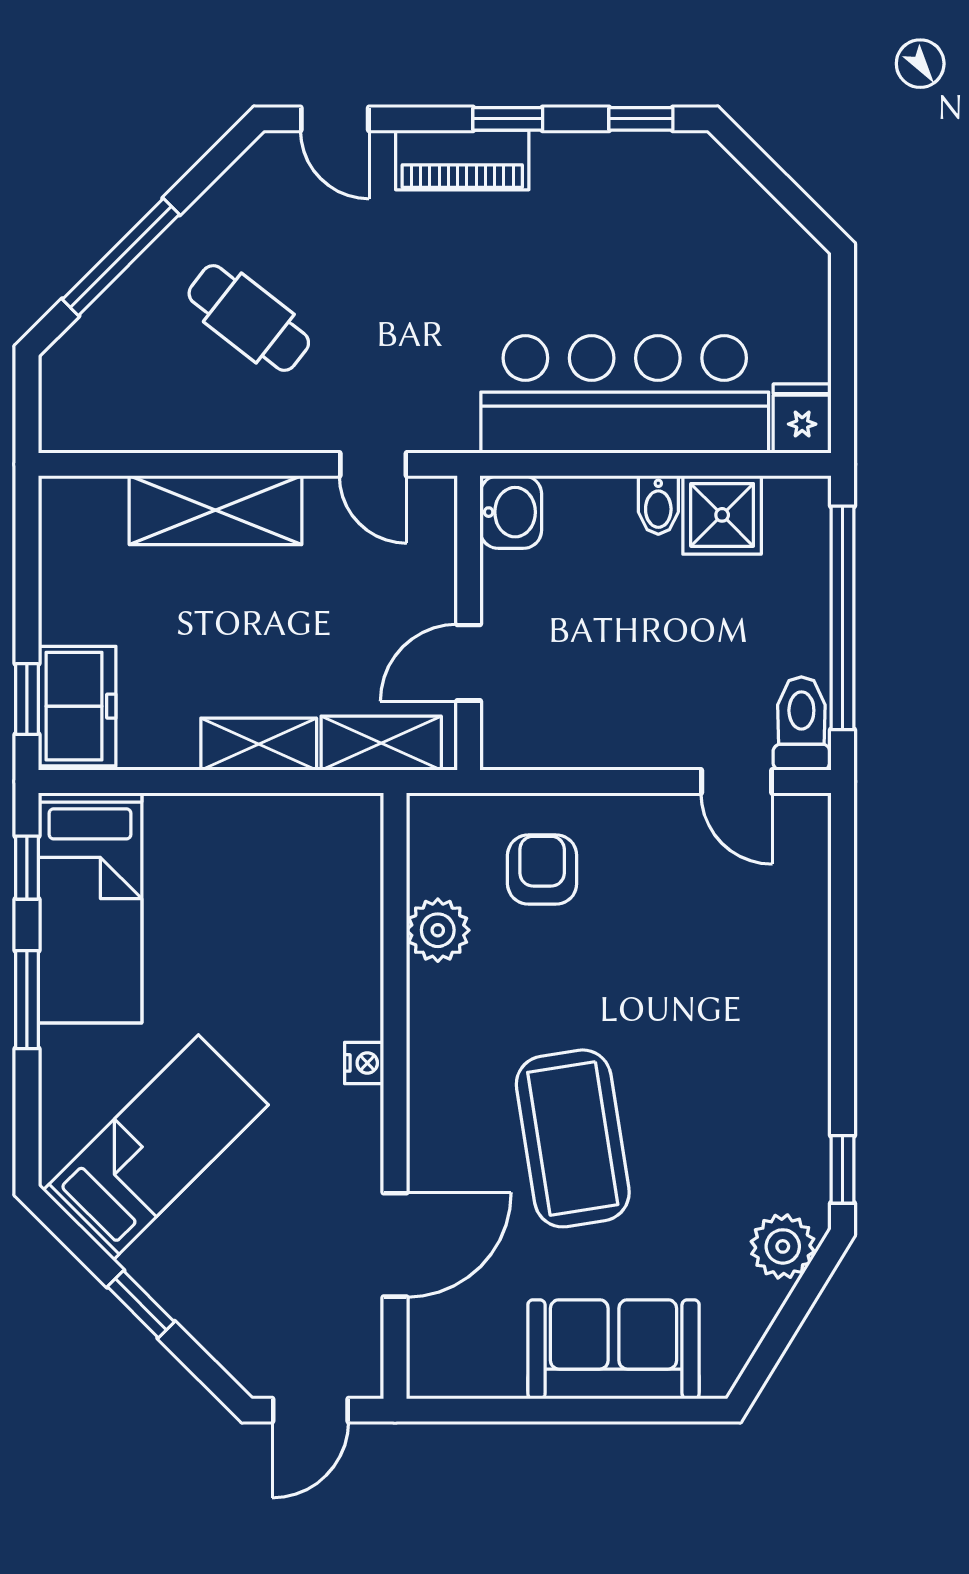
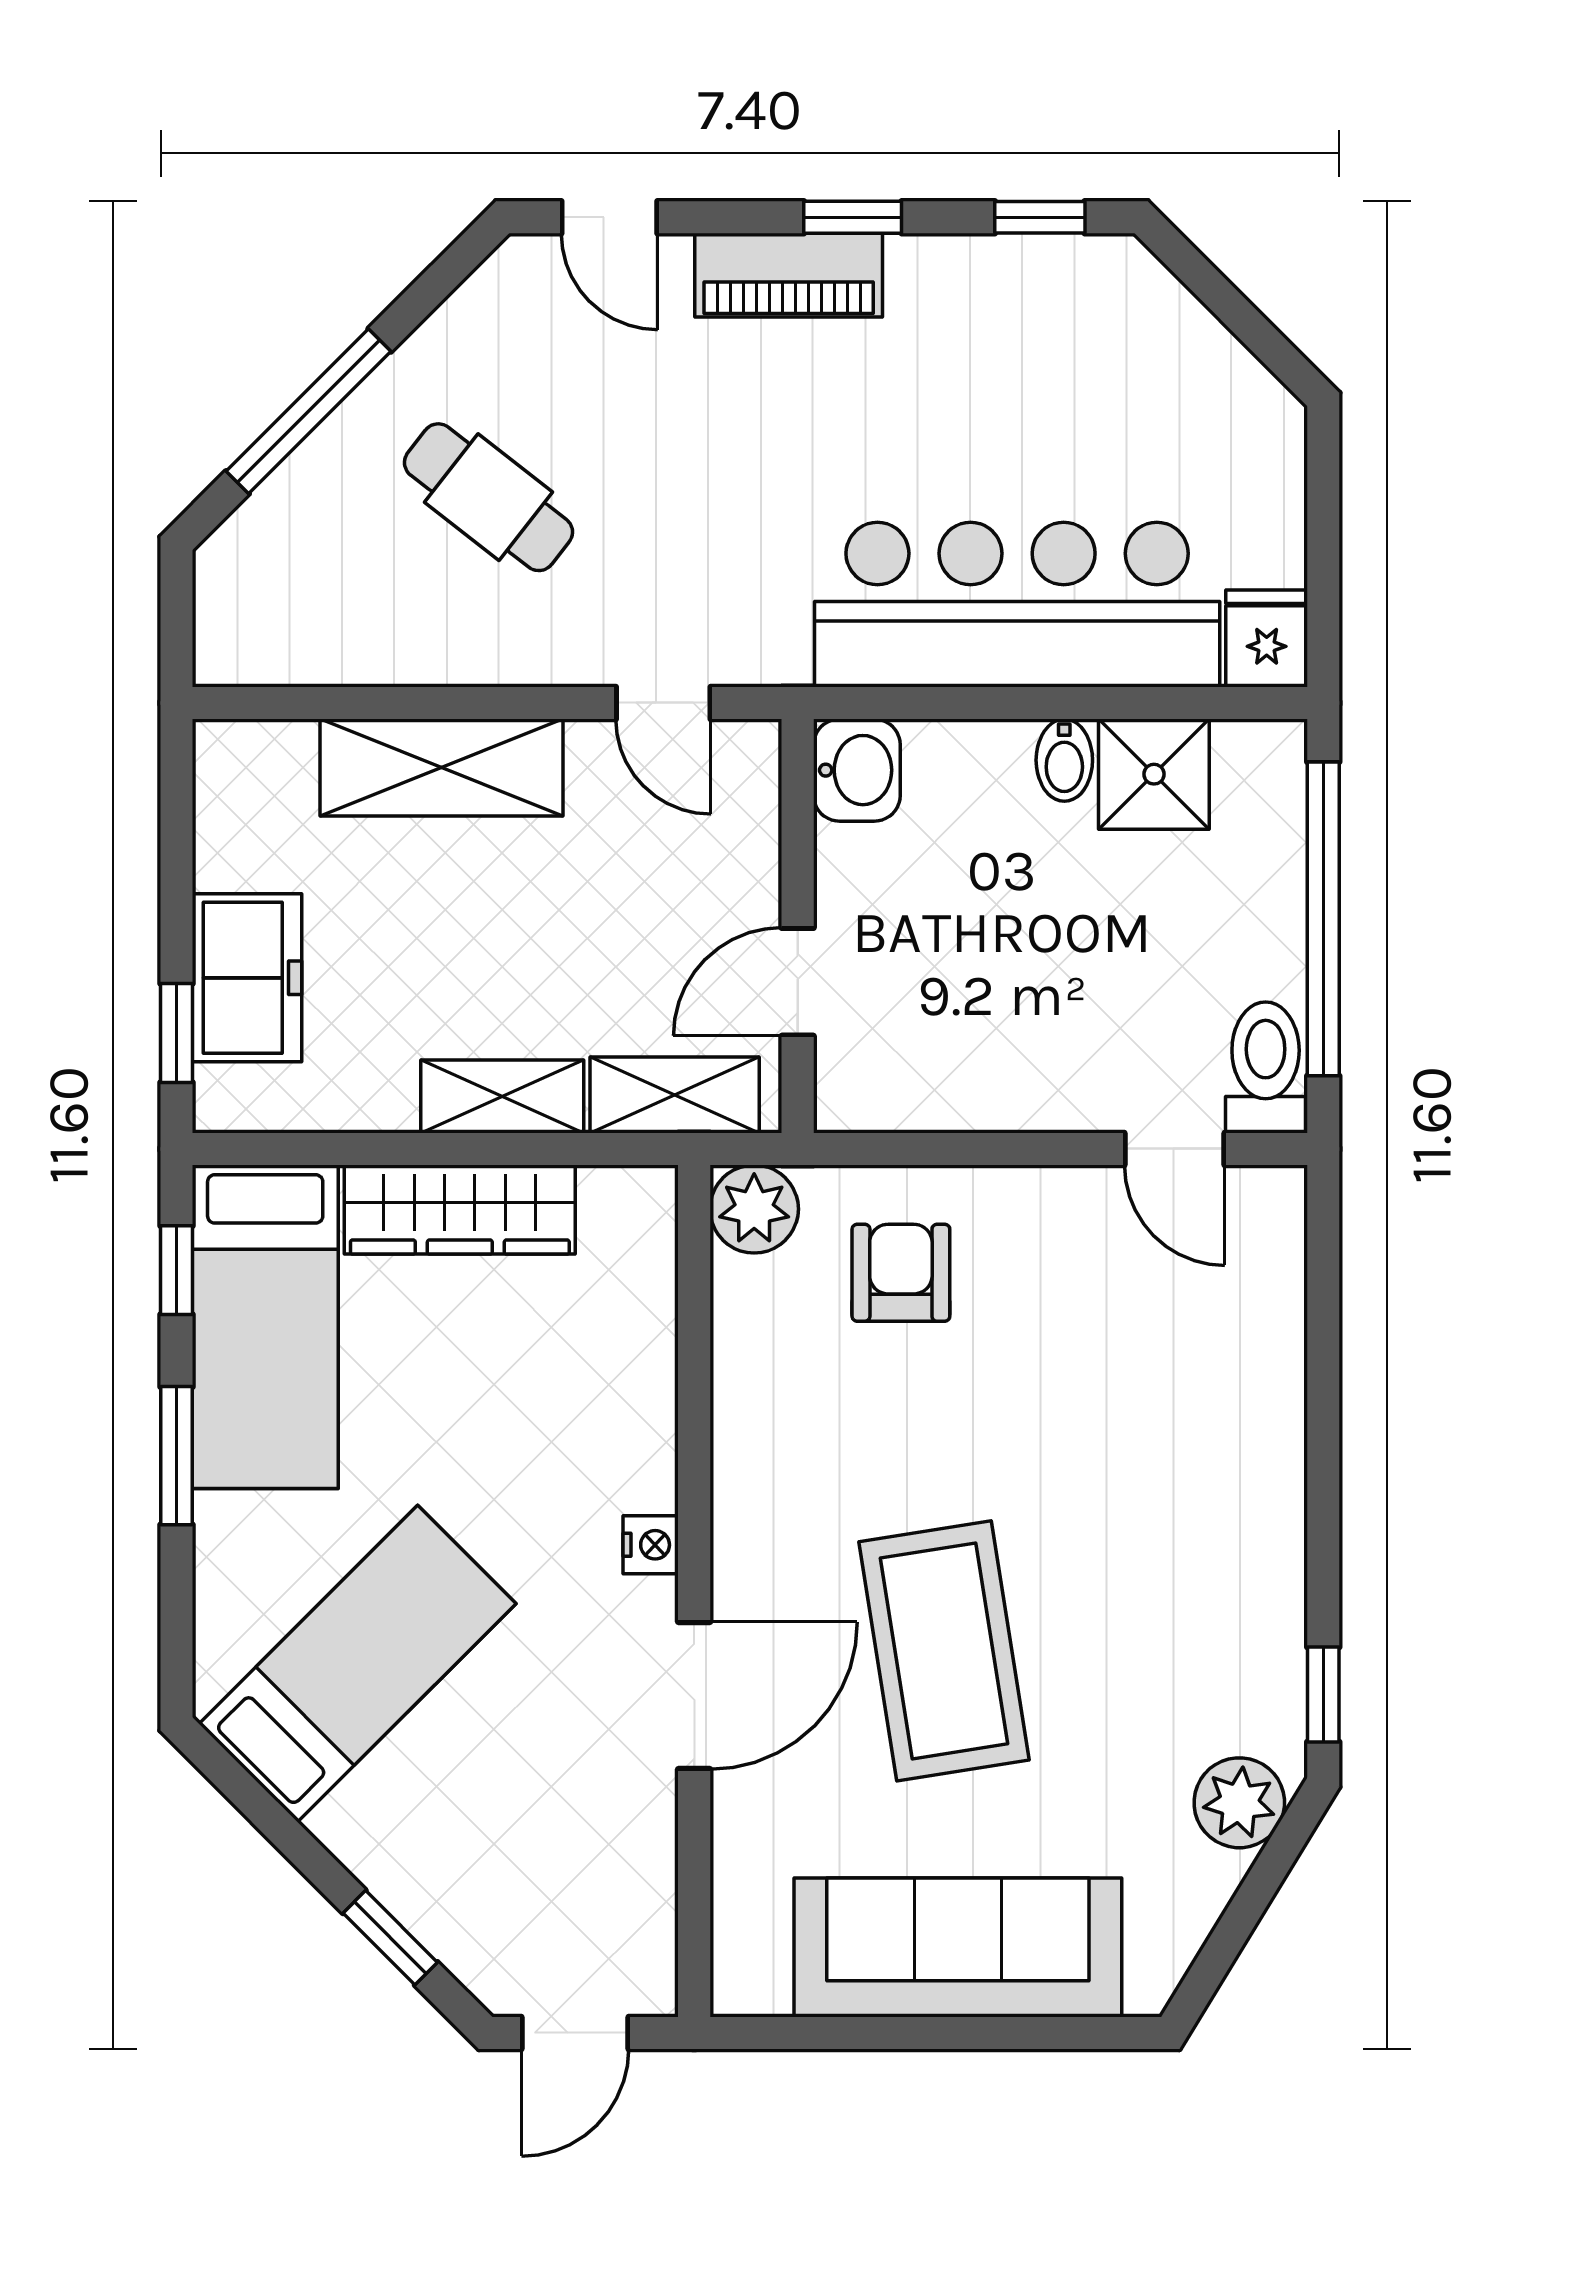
freezer: (77, 706) -> (247, 978), moved
wardrobe: (228, 825) -> (460, 1210), added
plant: (438, 930) -> (754, 1209), moved
door: (395, 1245) -> (694, 1696), moved
window: (141, 1304) -> (390, 1938), moved
sofa: (614, 1349) -> (958, 1947), width x1.36

